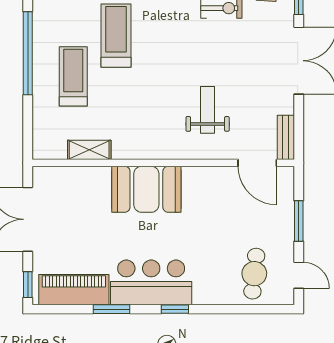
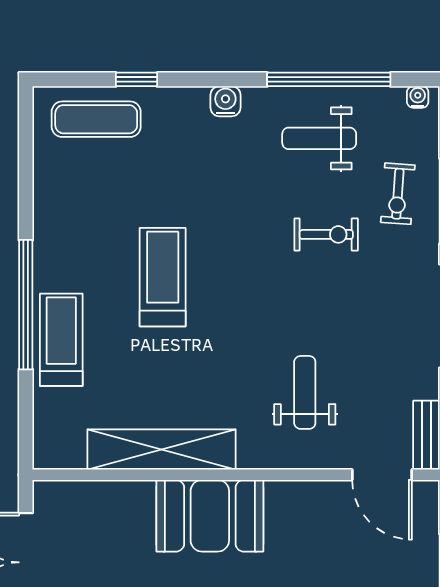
treadmill: (73, 76) -> (61, 340), moved
shelving: (89, 150) -> (162, 450), width x2.20, depth x1.33

